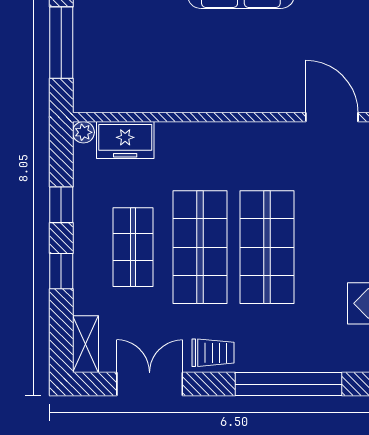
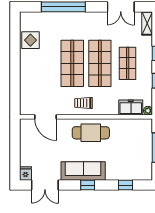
cafe table: (222, 79) -> (91, 133), added
trolley: (213, 353) -> (84, 103), moved

